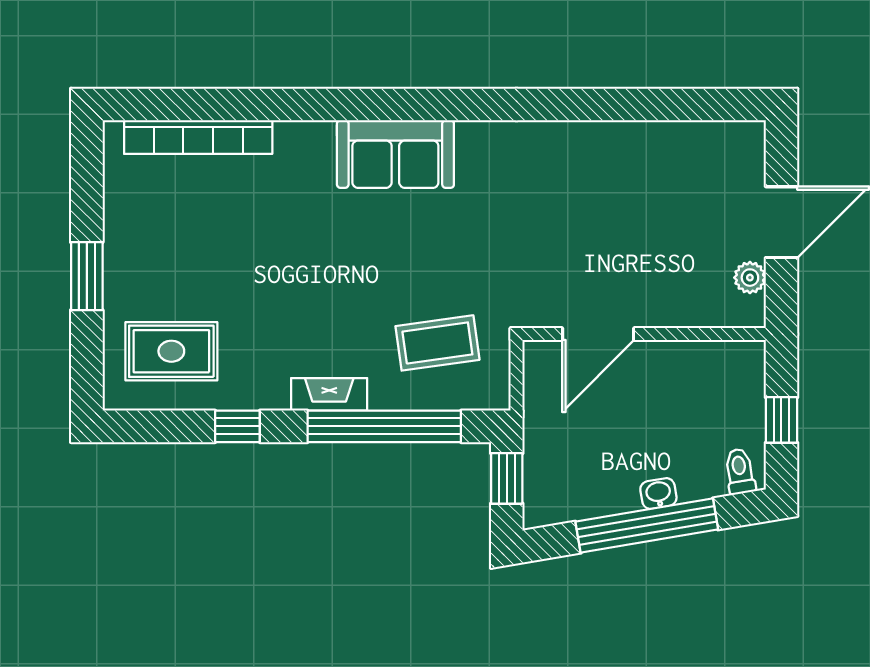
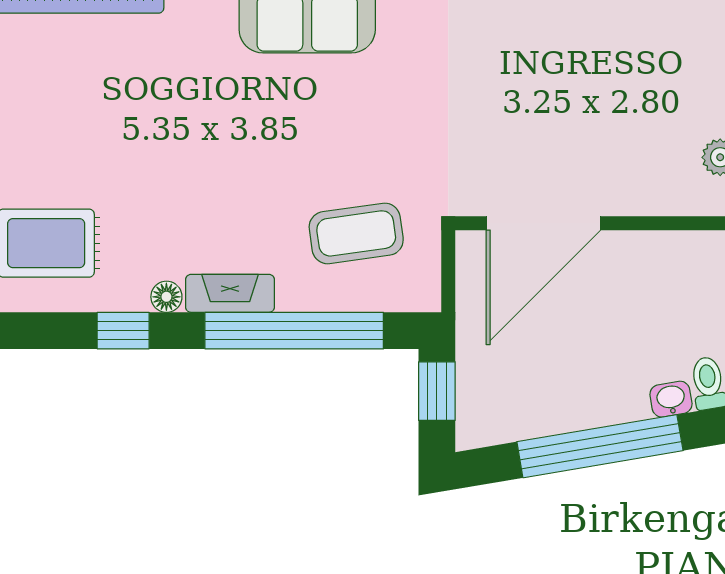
door: (598, 334) -> (543, 223), width x1.36
floor lamp: (275, 397) -> (166, 297), added
washbasin: (658, 494) -> (671, 399), moved

